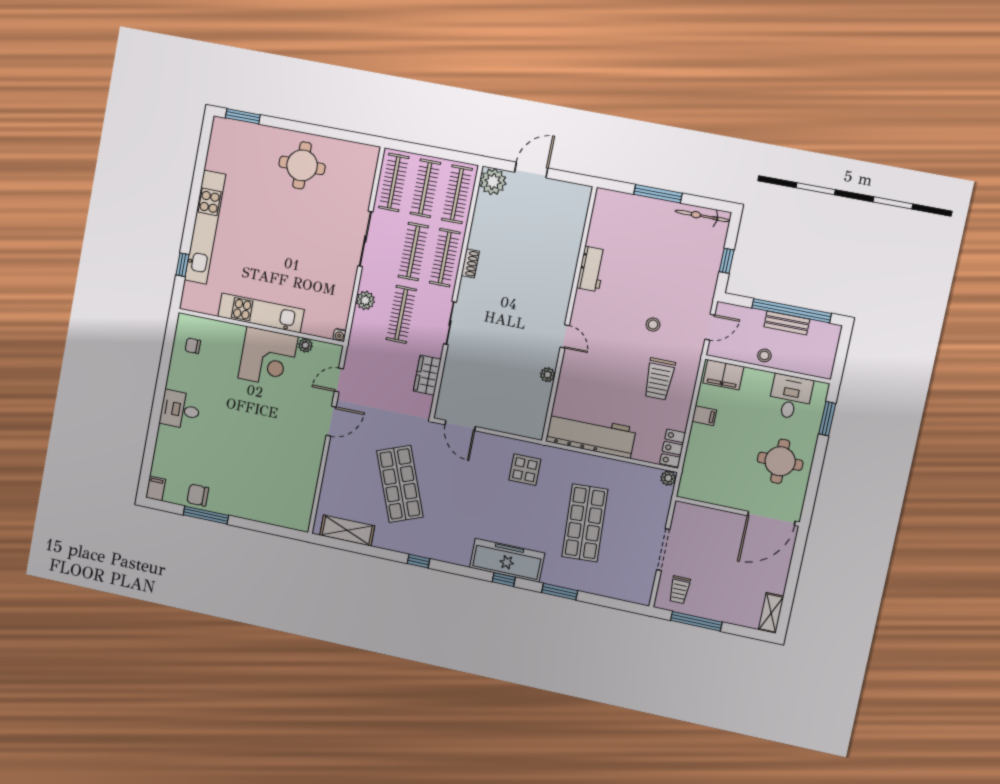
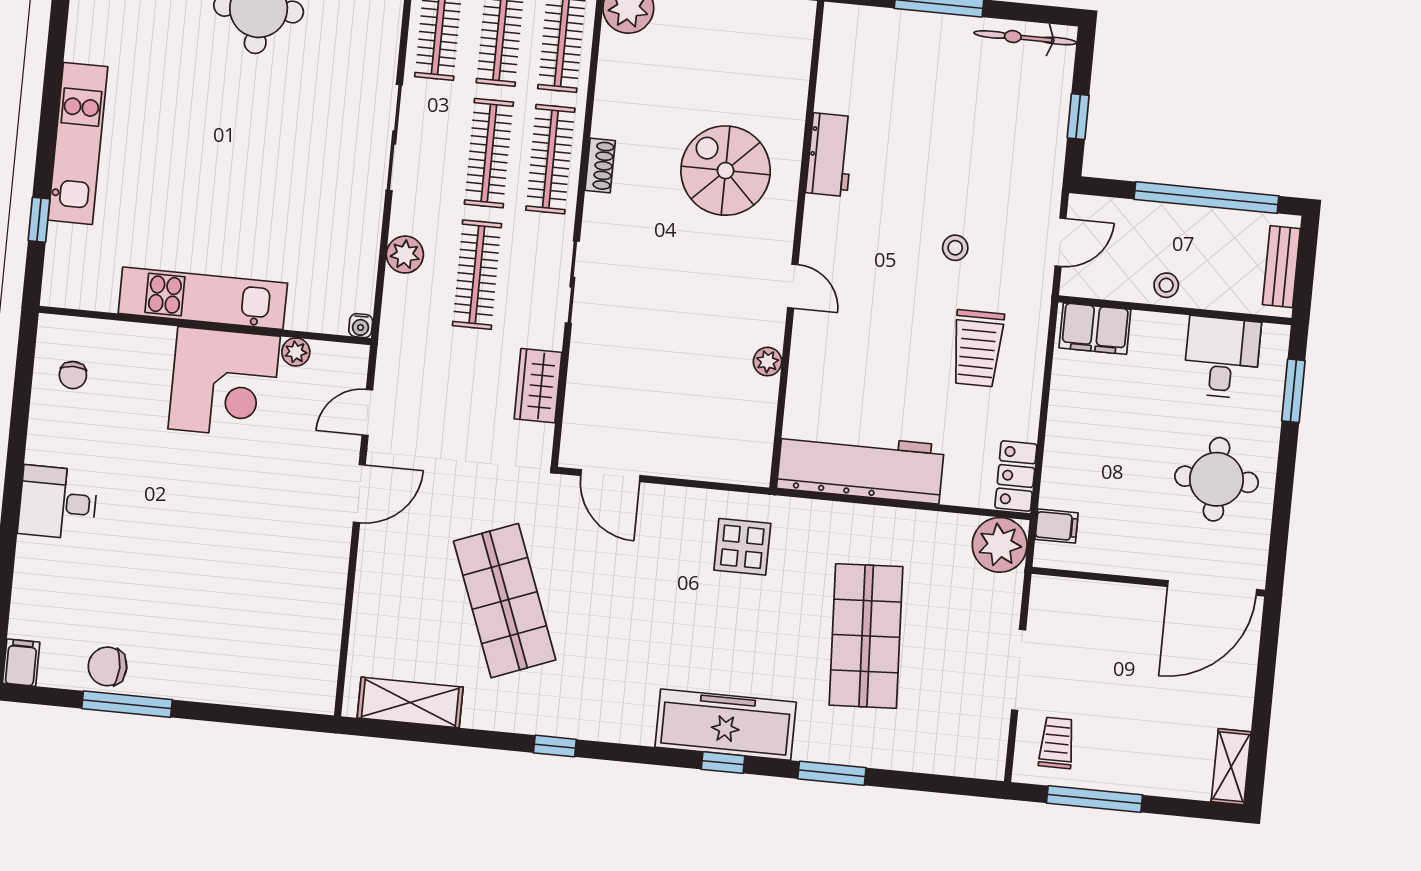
kitchen unit: (205, 227) -> (78, 143), width x0.73
spiral stairs: (536, 272) -> (726, 171), added
bench: (787, 323) -> (1281, 267), moved, turned 90
chair: (193, 346) -> (73, 375), turned -90
filing cabinet: (704, 416) -> (1057, 526), moved
plant: (668, 478) -> (1000, 545), width x1.88, depth x1.88
trolley: (679, 590) -> (1057, 743), turned 180

